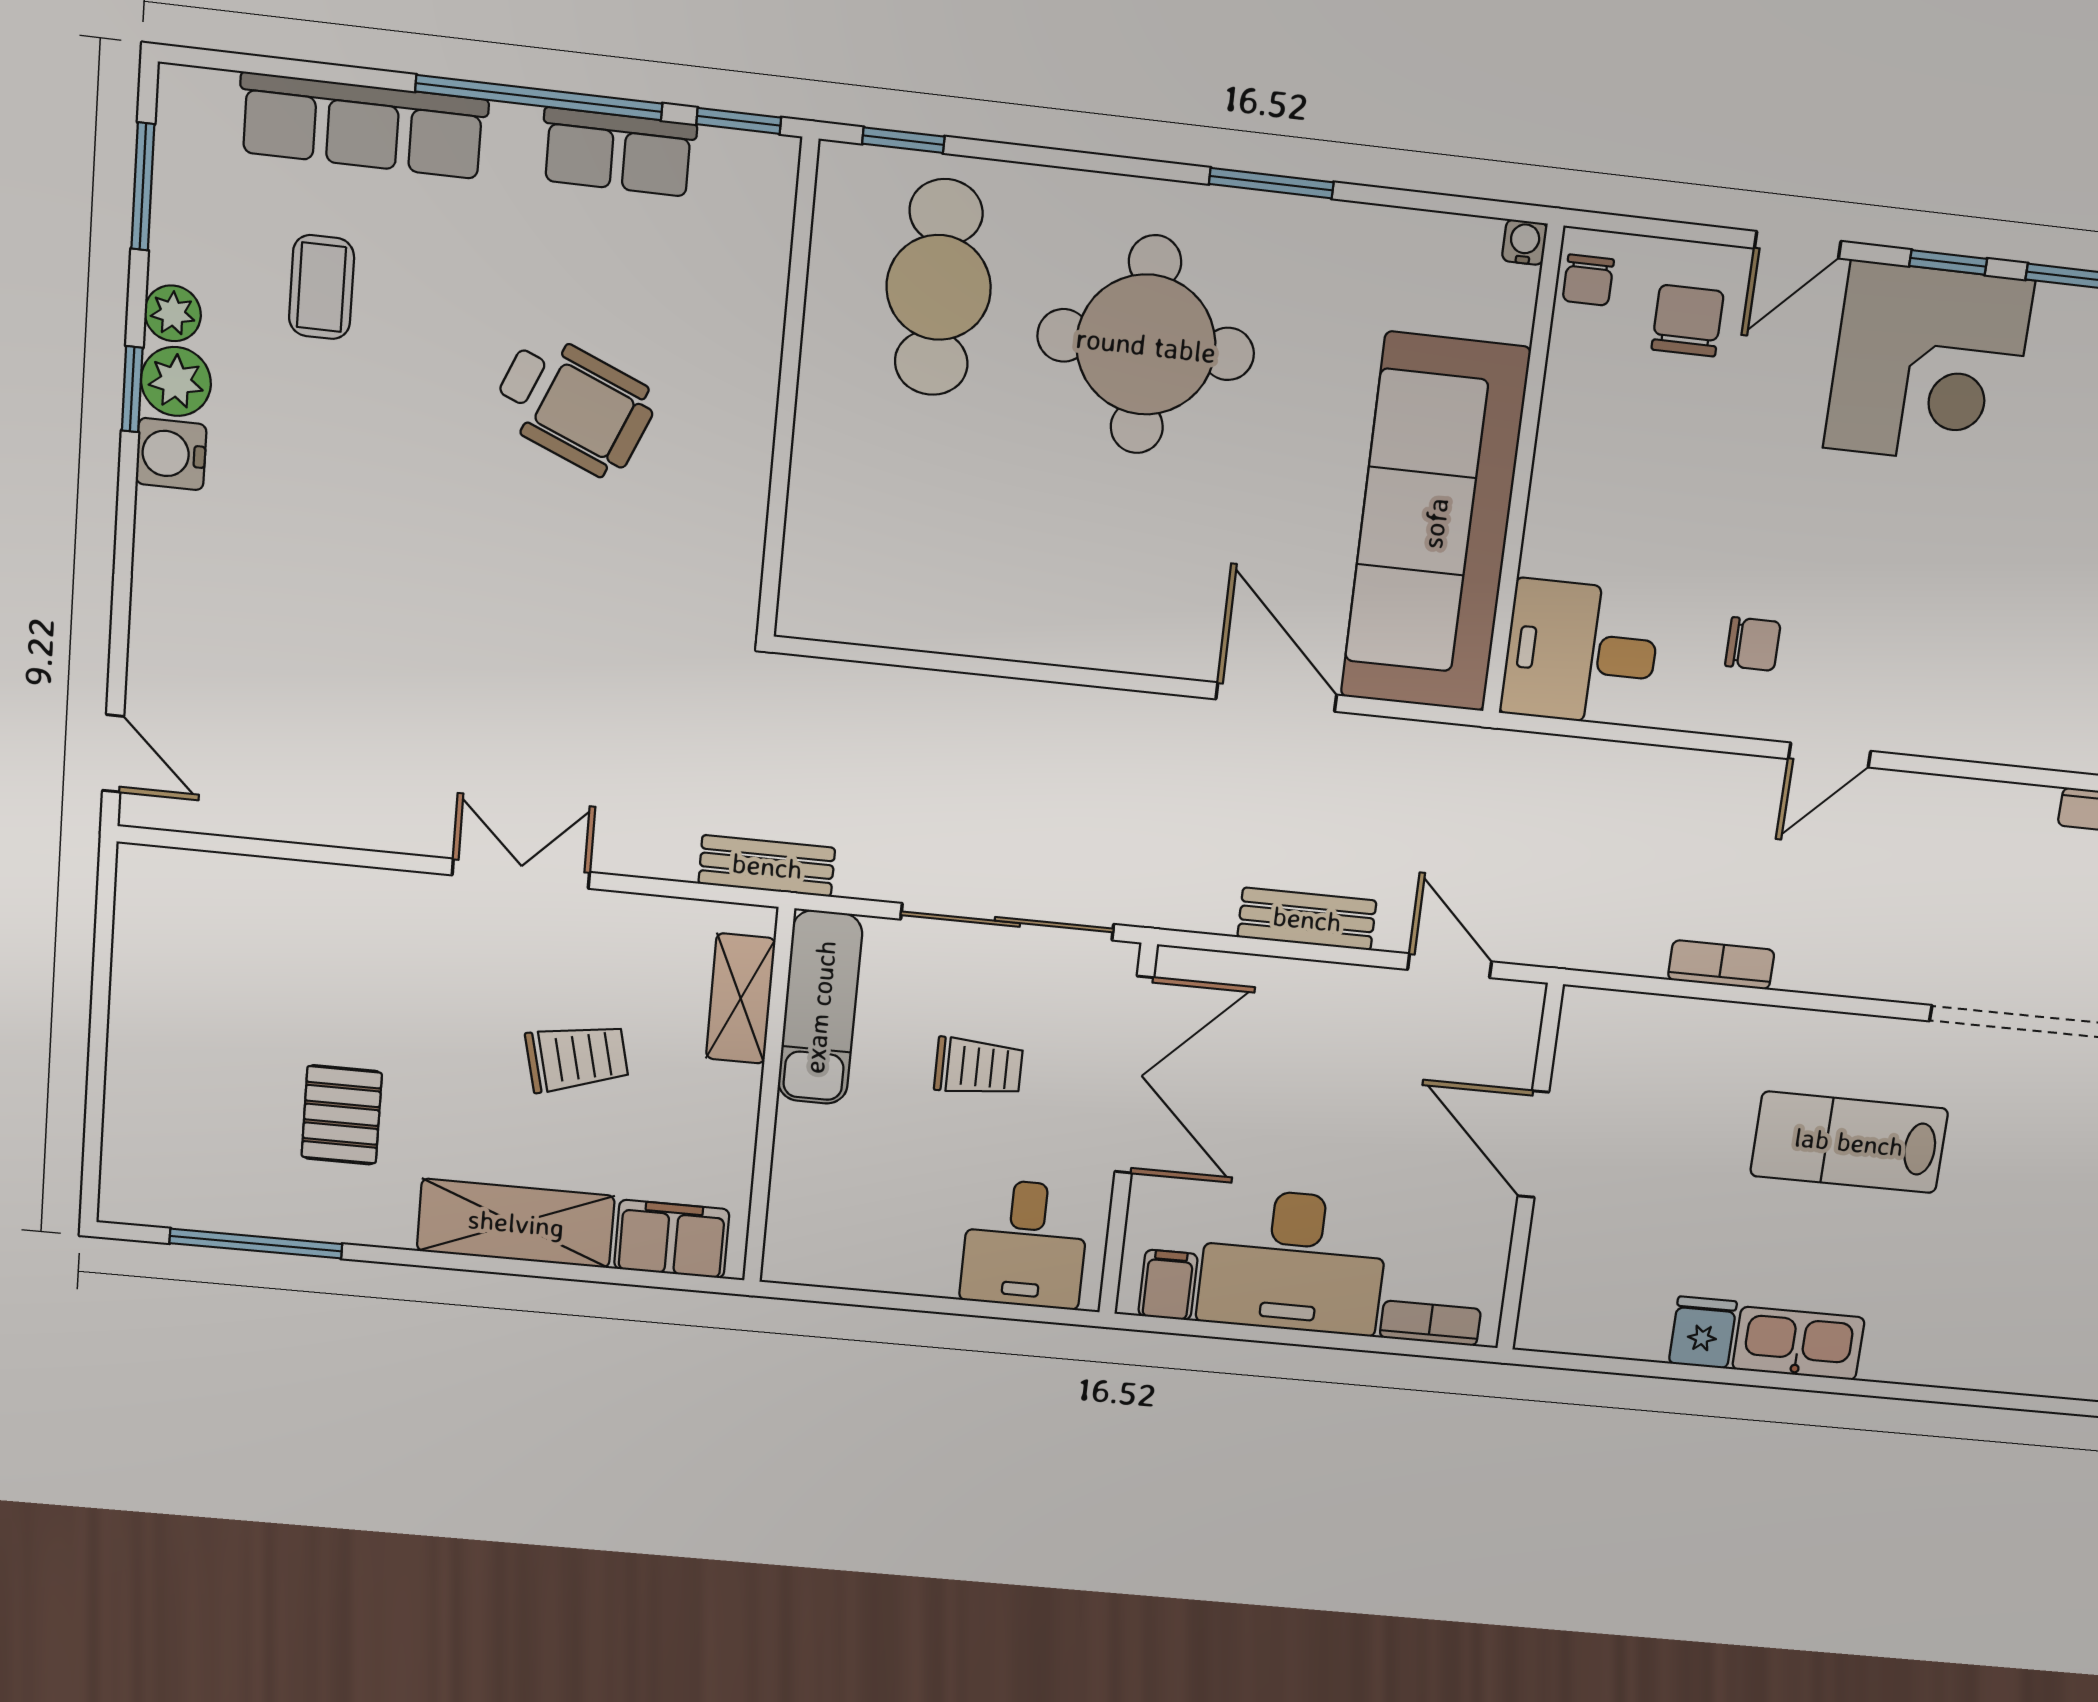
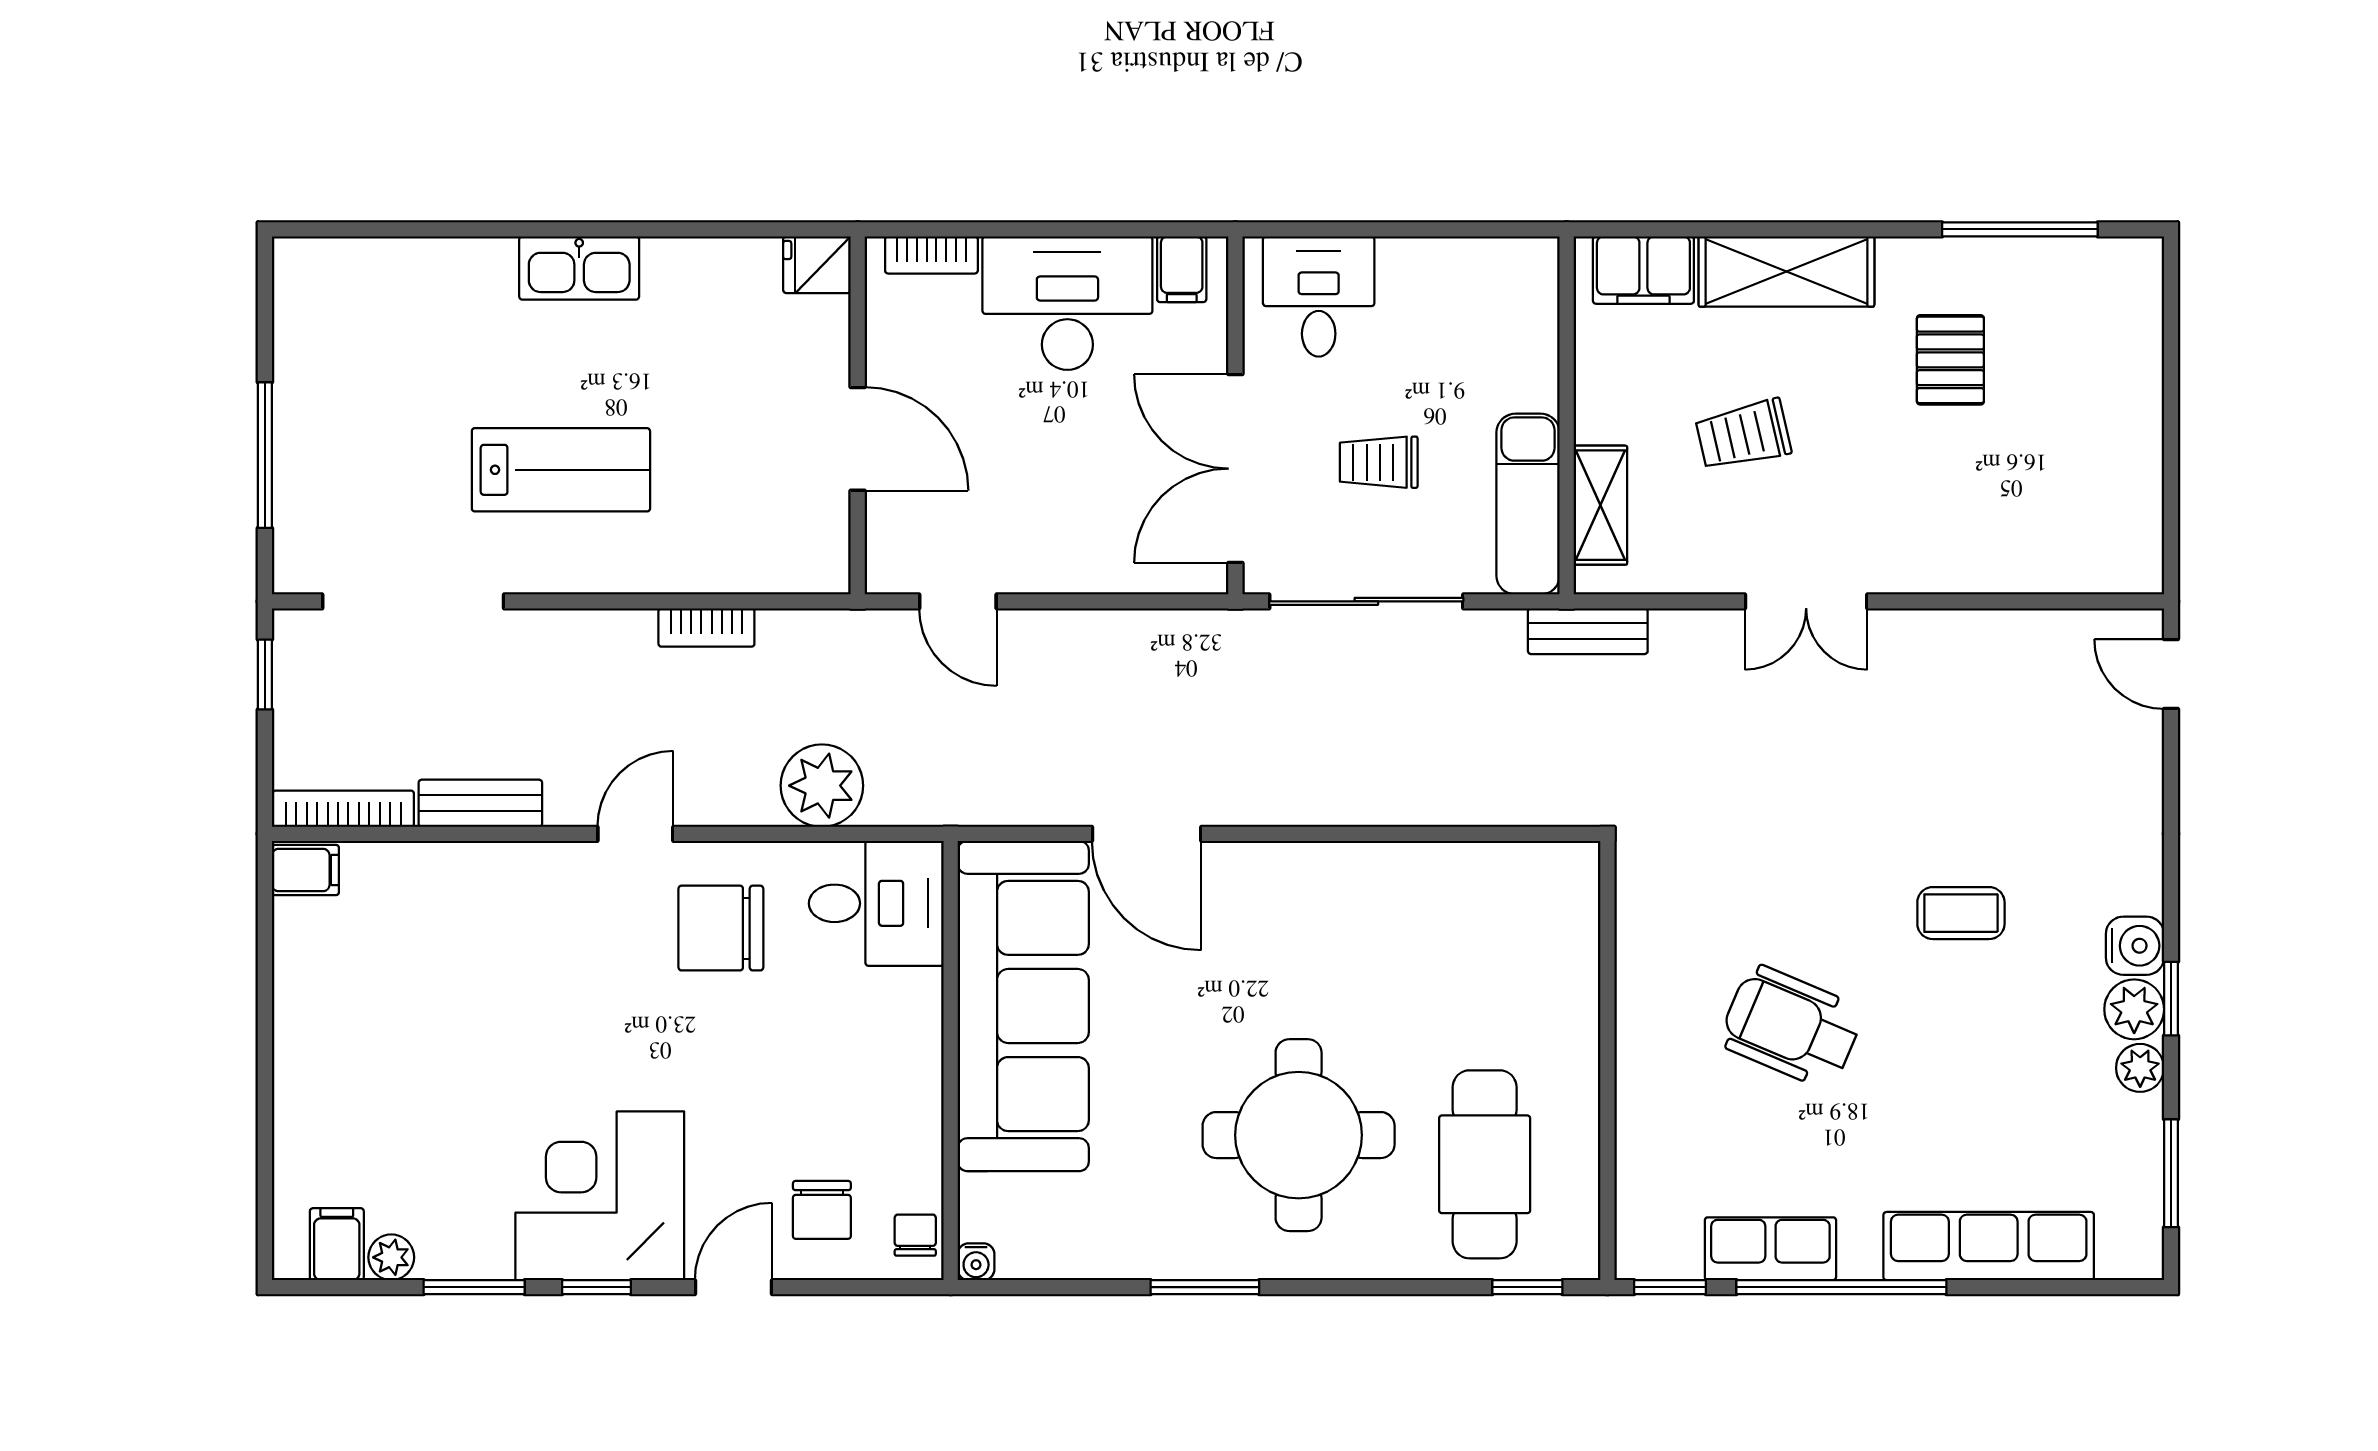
coffee table: (321, 287) -> (1961, 913), moved, turned 90
chair: (1753, 644) -> (721, 928), width x1.87, depth x1.87
plant: (1622, 786) -> (822, 786), added
bench: (1307, 919) -> (480, 803), moved
fridge: (1703, 1333) -> (817, 265), moved, turned 90

